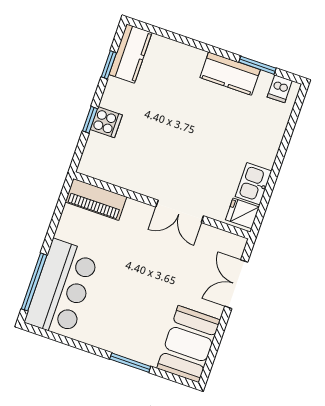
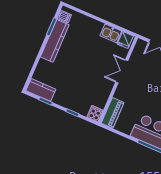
kitchen counter: (230, 74) -> (55, 41), width x1.50
cooker: (106, 122) -> (95, 114), moved
double door: (180, 211) -> (122, 71), swing flipped

